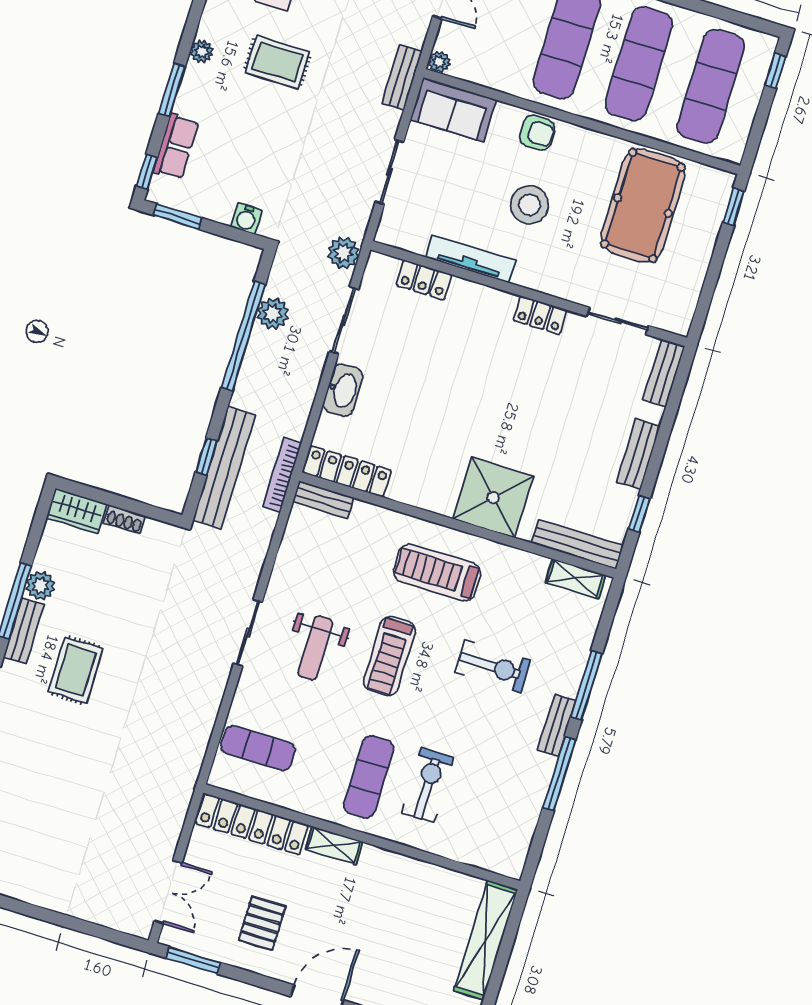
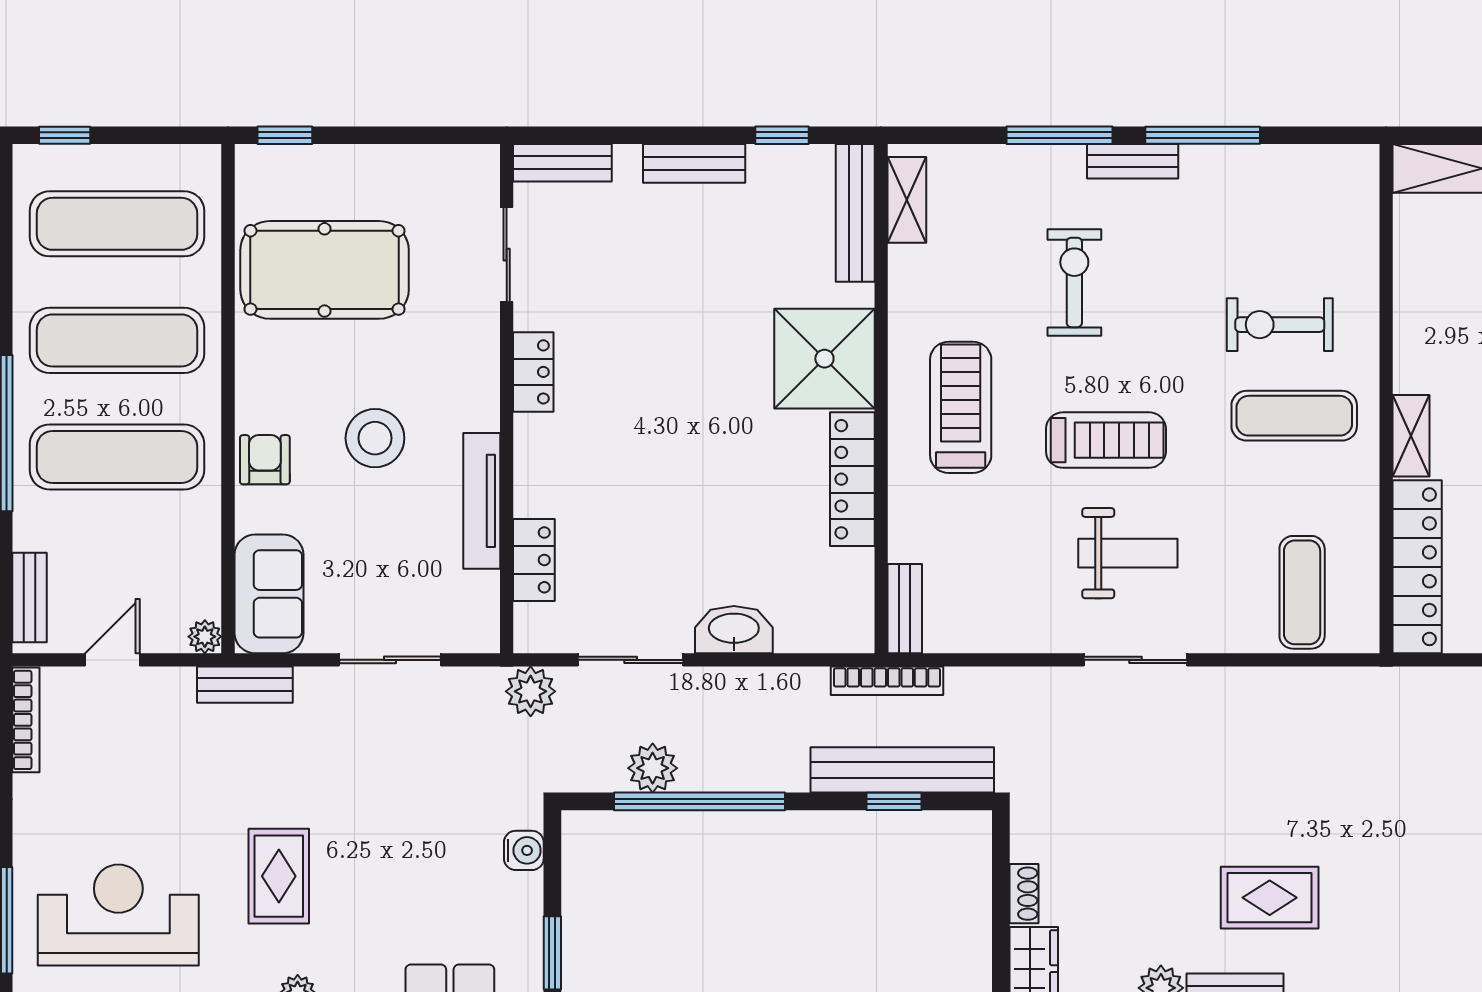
locker: (347, 472) -> (852, 479), moved
treadmill: (437, 572) -> (961, 407), turned 180

